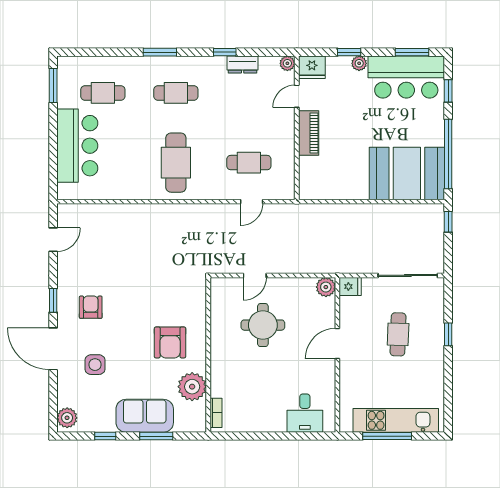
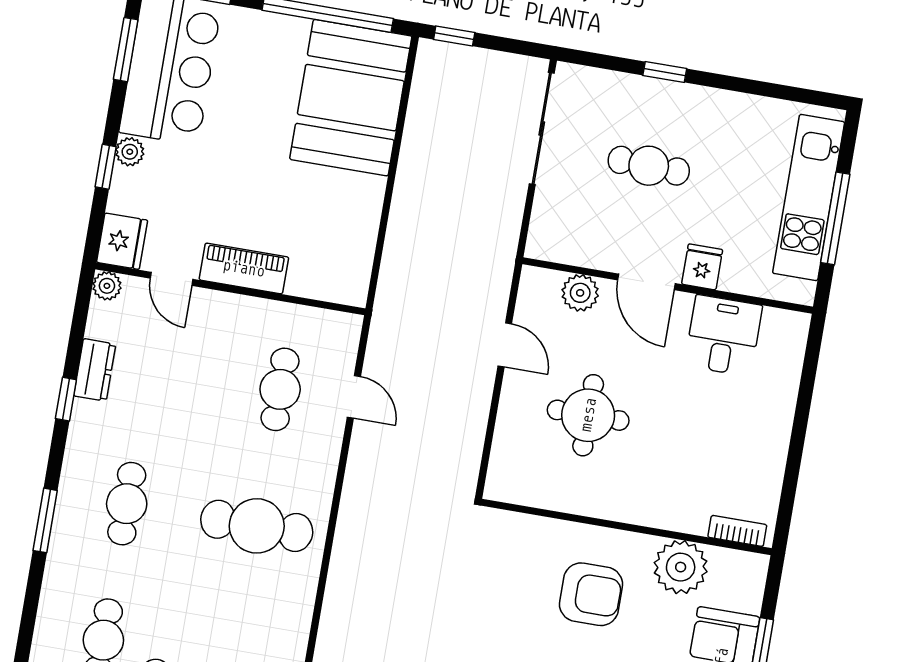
door: (255, 275) -> (505, 345), moved
plant: (326, 287) -> (580, 293), moved
fridge: (350, 287) -> (702, 267), moved
desk: (305, 413) -> (723, 336), moved, turned -90

